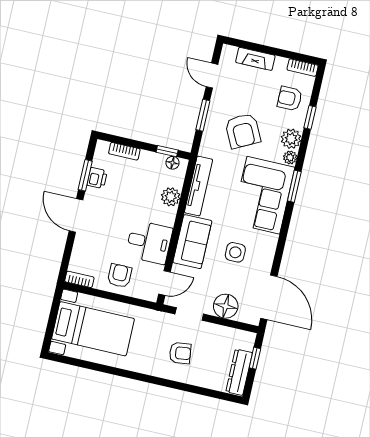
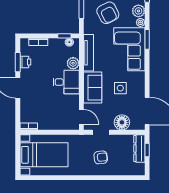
desk: (149, 242) -> (66, 82), moved
armchair: (120, 276) -> (53, 119), removed
door: (164, 283) -> (81, 117), hinge flipped
dresser: (239, 372) -> (139, 148), moved

